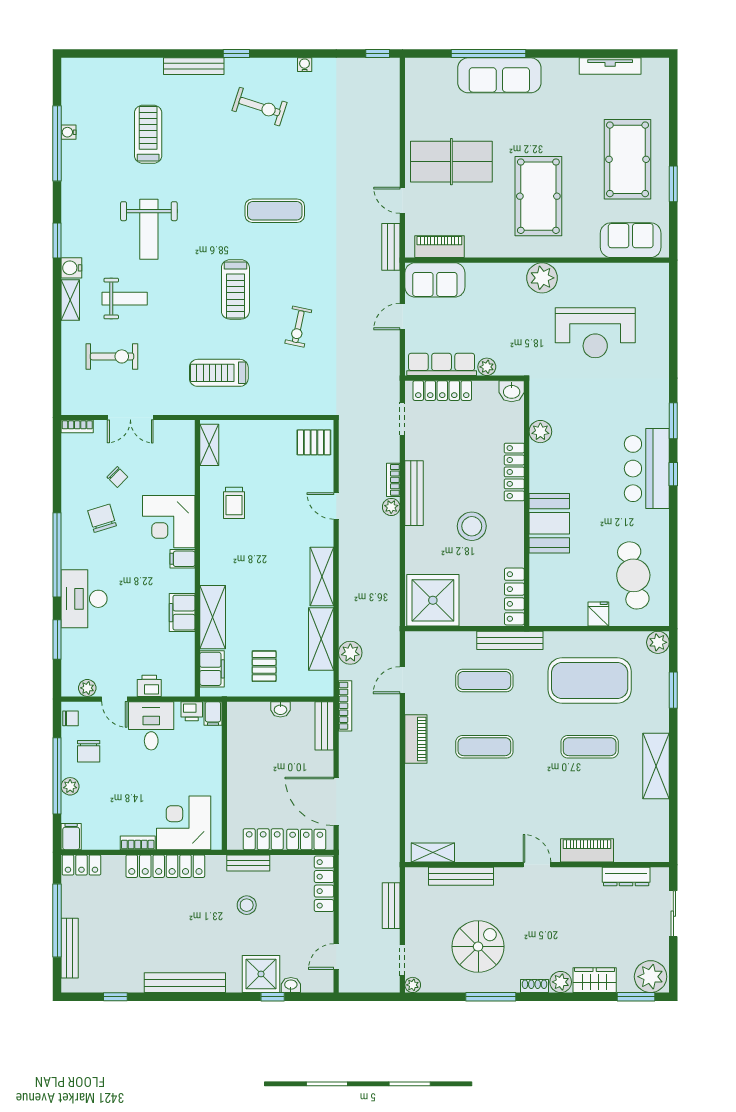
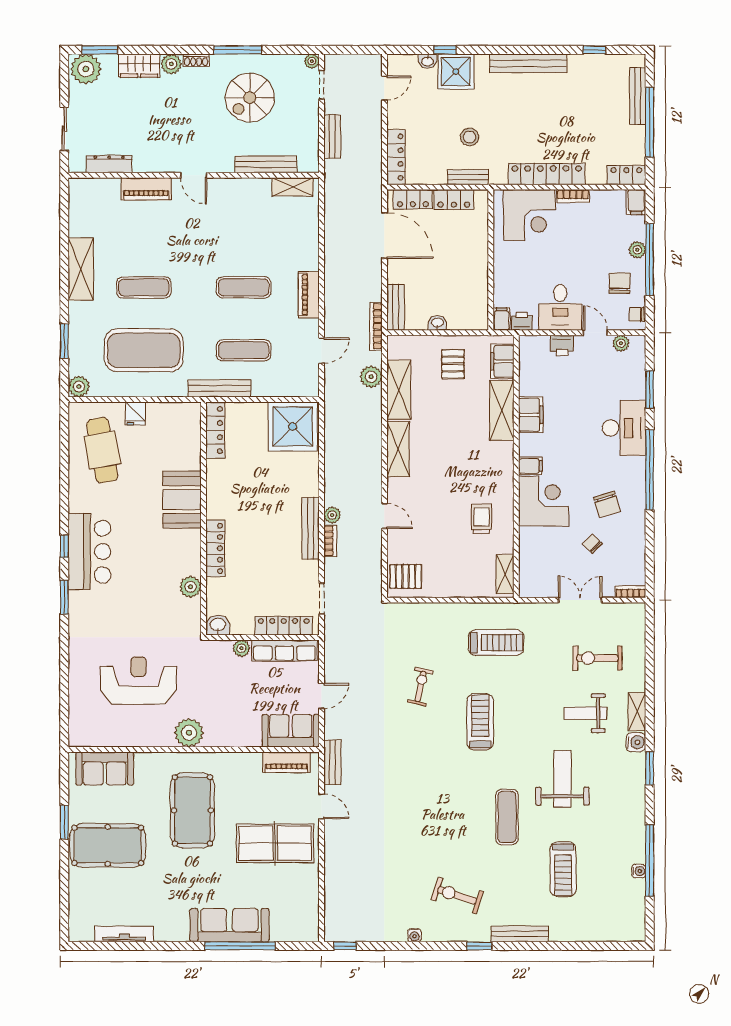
pool table: (628, 159) -> (108, 845), turned 90
exercise mat: (275, 211) -> (507, 817), moved, turned 90
stool: (472, 526) -> (256, 497), removed

